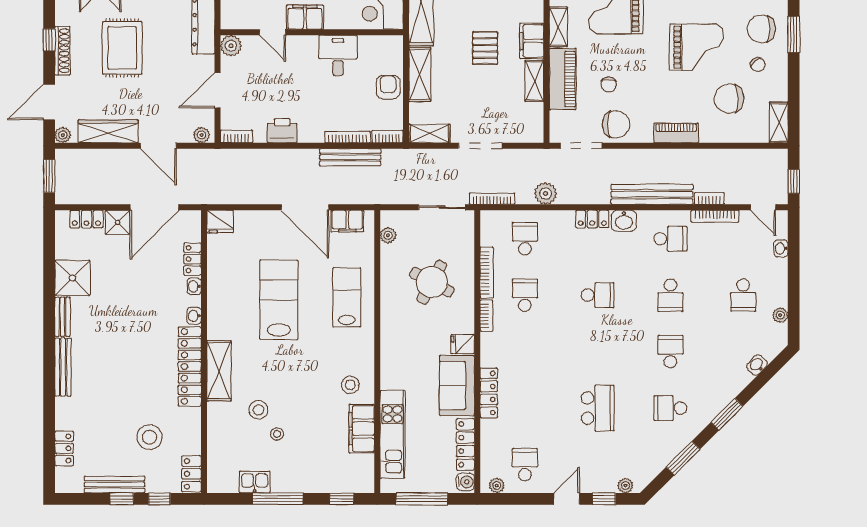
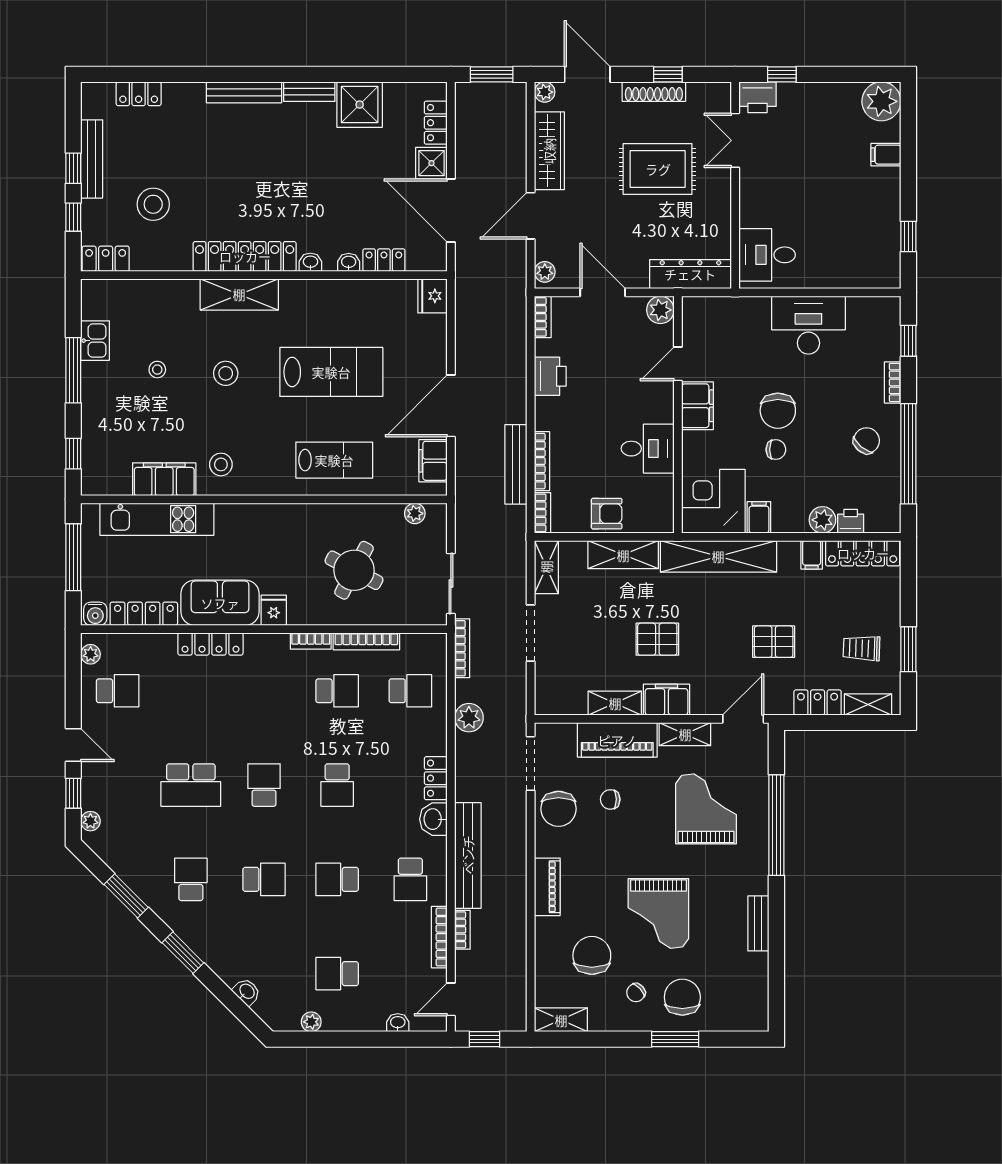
school desk: (598, 352) -> (264, 785), added
stool: (259, 410) -> (226, 373), moved

